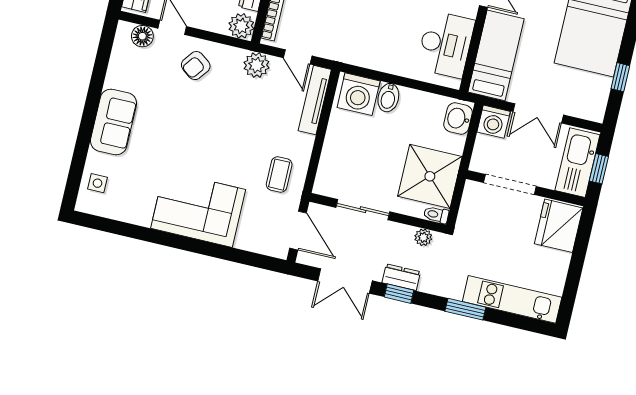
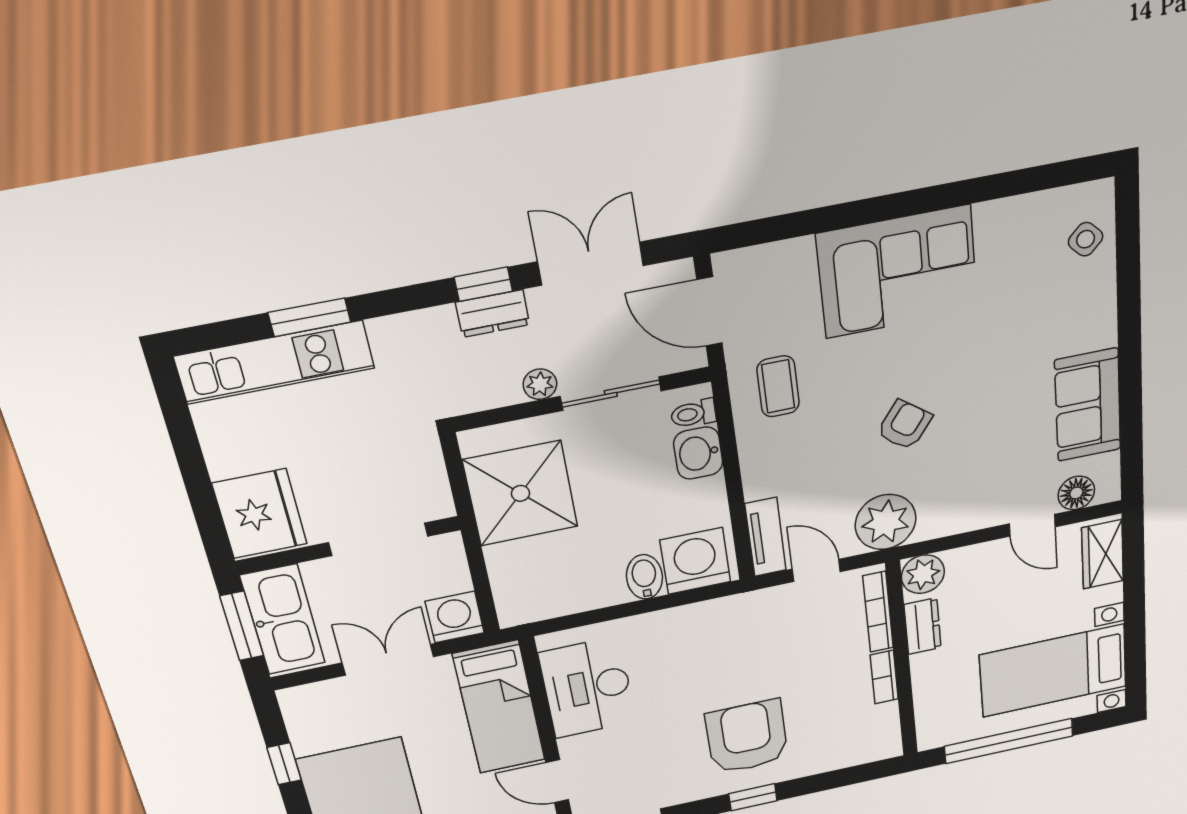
plant: (256, 65) -> (886, 522), width x1.36, depth x1.36
armchair: (196, 66) -> (904, 425), moved
tv unit: (315, 100) -> (766, 537), width x0.71
washbasin: (458, 119) -> (698, 453), moved, turned 180
sofa: (113, 122) -> (1088, 405), moved
window: (599, 169) -> (242, 626), width x1.50
side table: (97, 183) -> (1086, 239), turned 45
toilet: (436, 215) -> (693, 414), moved, turned 180
plant: (423, 237) -> (540, 384), moved
window: (465, 309) -> (309, 317), moved

